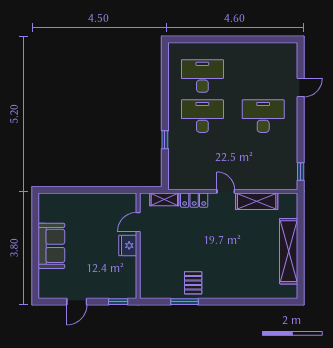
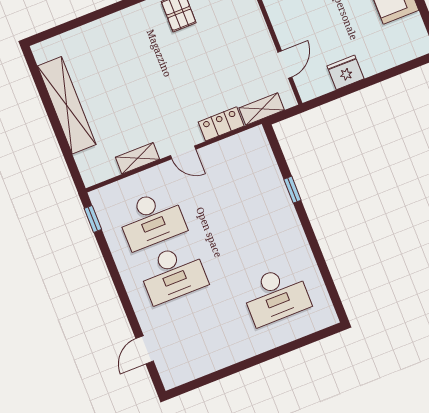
door: (301, 87) -> (145, 350), moved
desk: (202, 116) -> (151, 220), moved
shelving: (257, 201) -> (138, 158), width x0.67, depth x0.75
fridge: (128, 245) -> (345, 72), moved, turned -90

